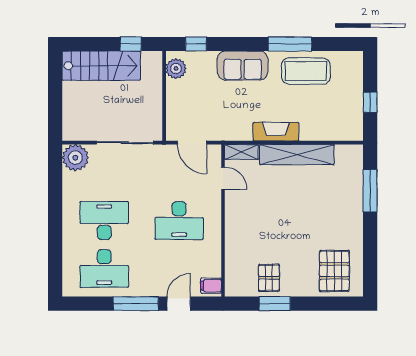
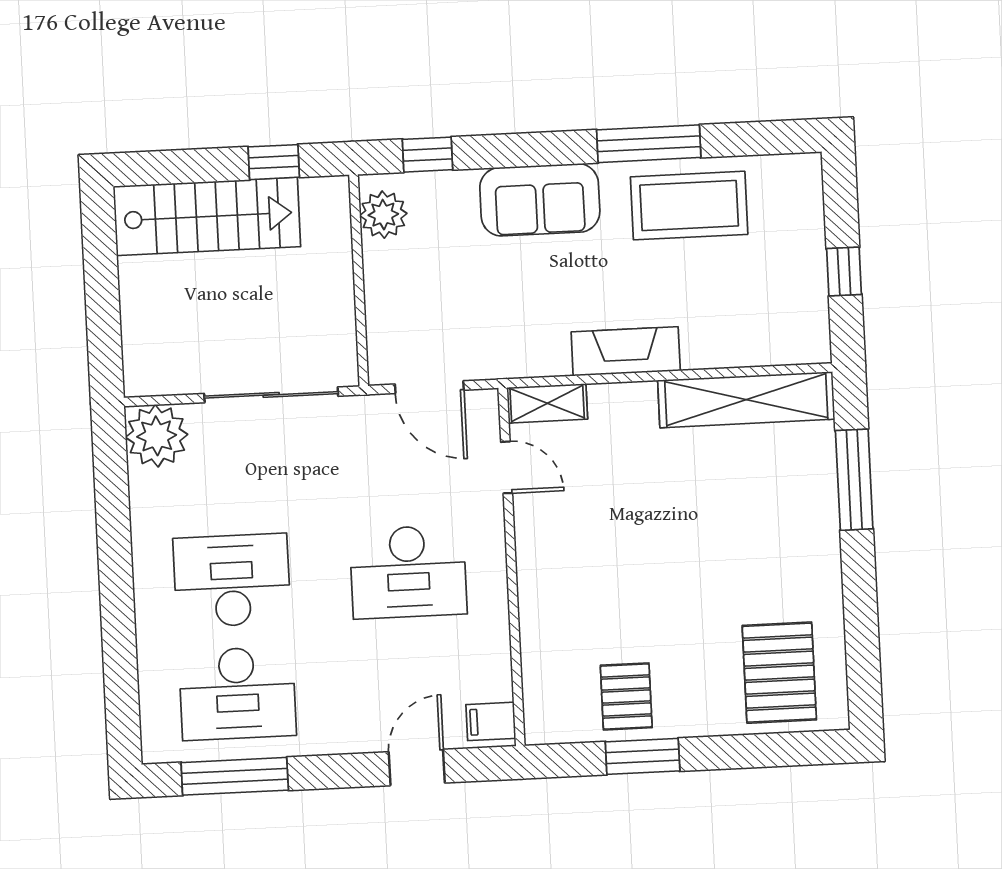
shelving: (297, 155) -> (746, 400), moved
window: (136, 304) -> (235, 776), moved

